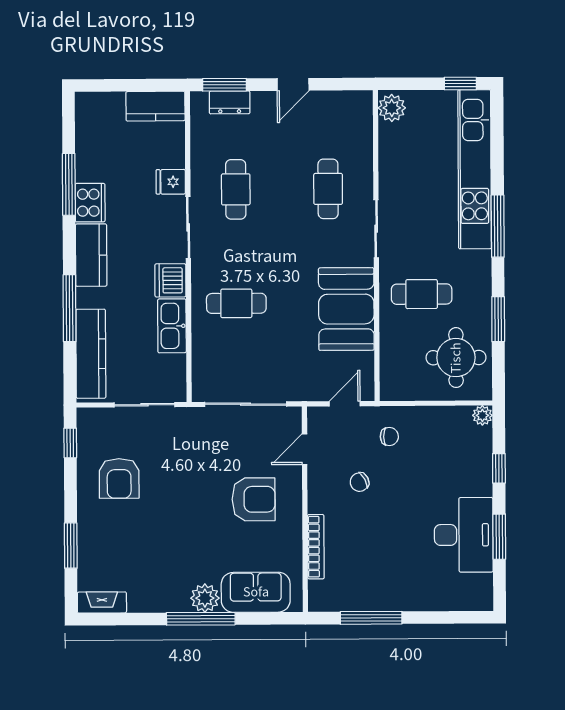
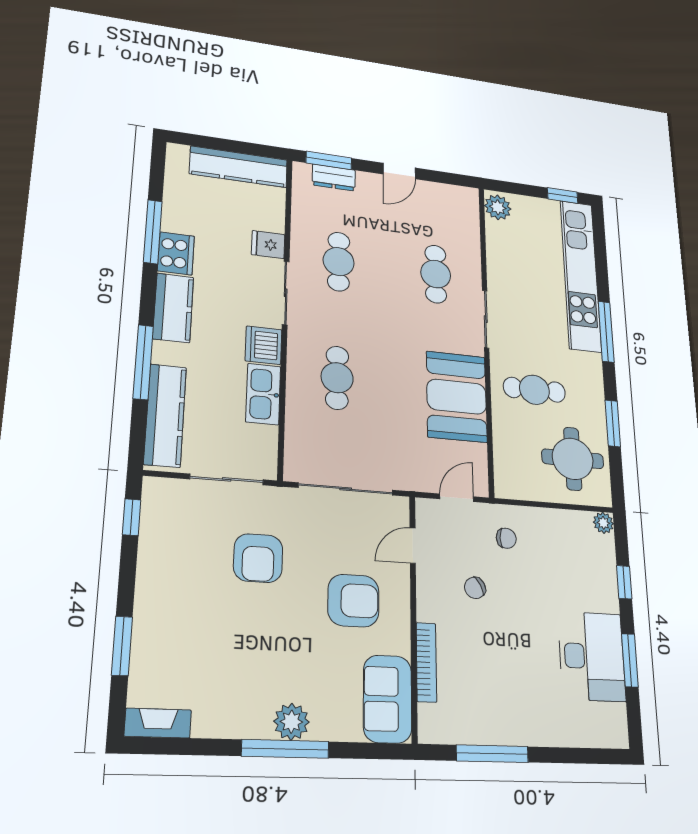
kitchen counter: (155, 106) -> (239, 167), width x1.50
cafe table: (236, 303) -> (337, 378), turned 90
armchair: (119, 478) -> (258, 558), moved
sofa: (256, 592) -> (388, 699), moved, turned -90

